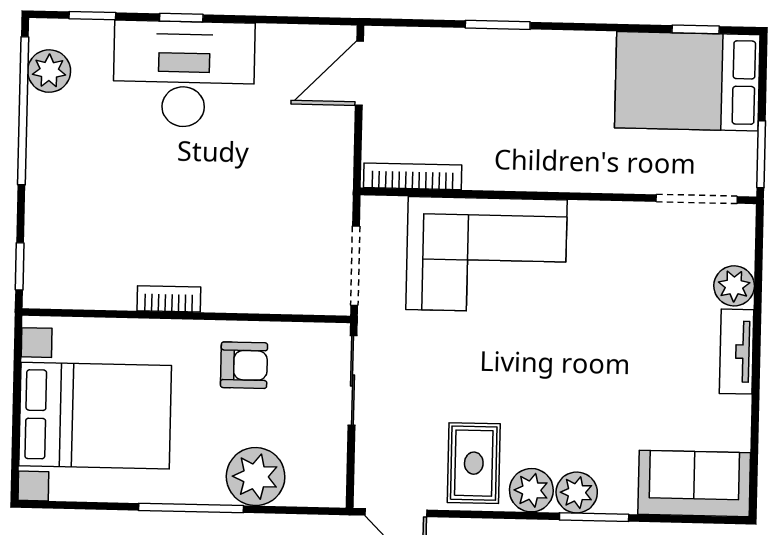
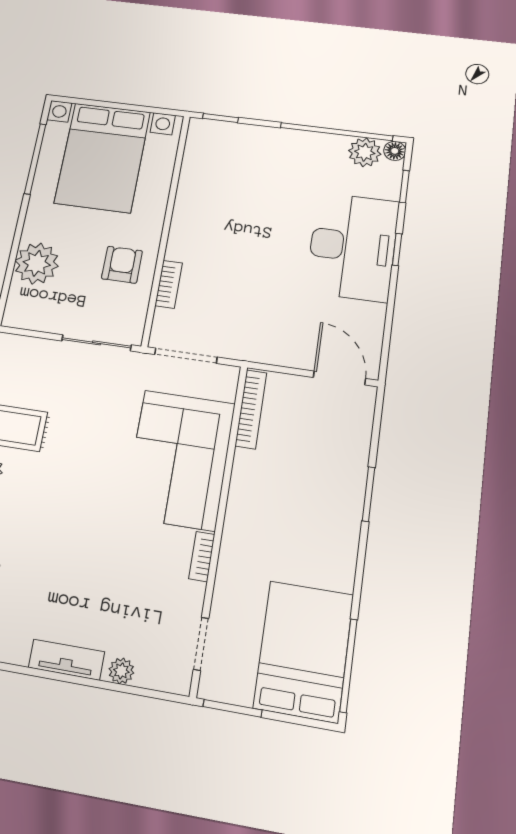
window: (696, 29) -> (349, 665), width x2.17
floor lamp: (43, 32) -> (395, 151), added
doorway: (697, 199) -> (201, 644), width x0.73
bookcase: (598, 212) -> (202, 557), added
plant: (734, 286) -> (121, 671), width x0.73, depth x0.73
bookcase: (169, 299) -> (169, 284), moved
armchair: (244, 365) -> (122, 265), turned 180
window: (191, 508) -> (35, 159), moved

